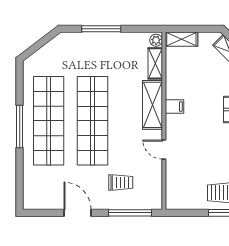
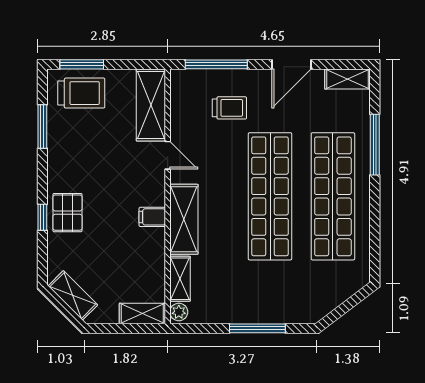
window: (20, 127) -> (375, 145), moved
trolley: (121, 182) -> (229, 108), turned 180
shelving: (176, 184) -> (151, 105), added
shelving: (38, 203) -> (348, 79), added
door: (78, 213) -> (292, 64), hinge flipped

